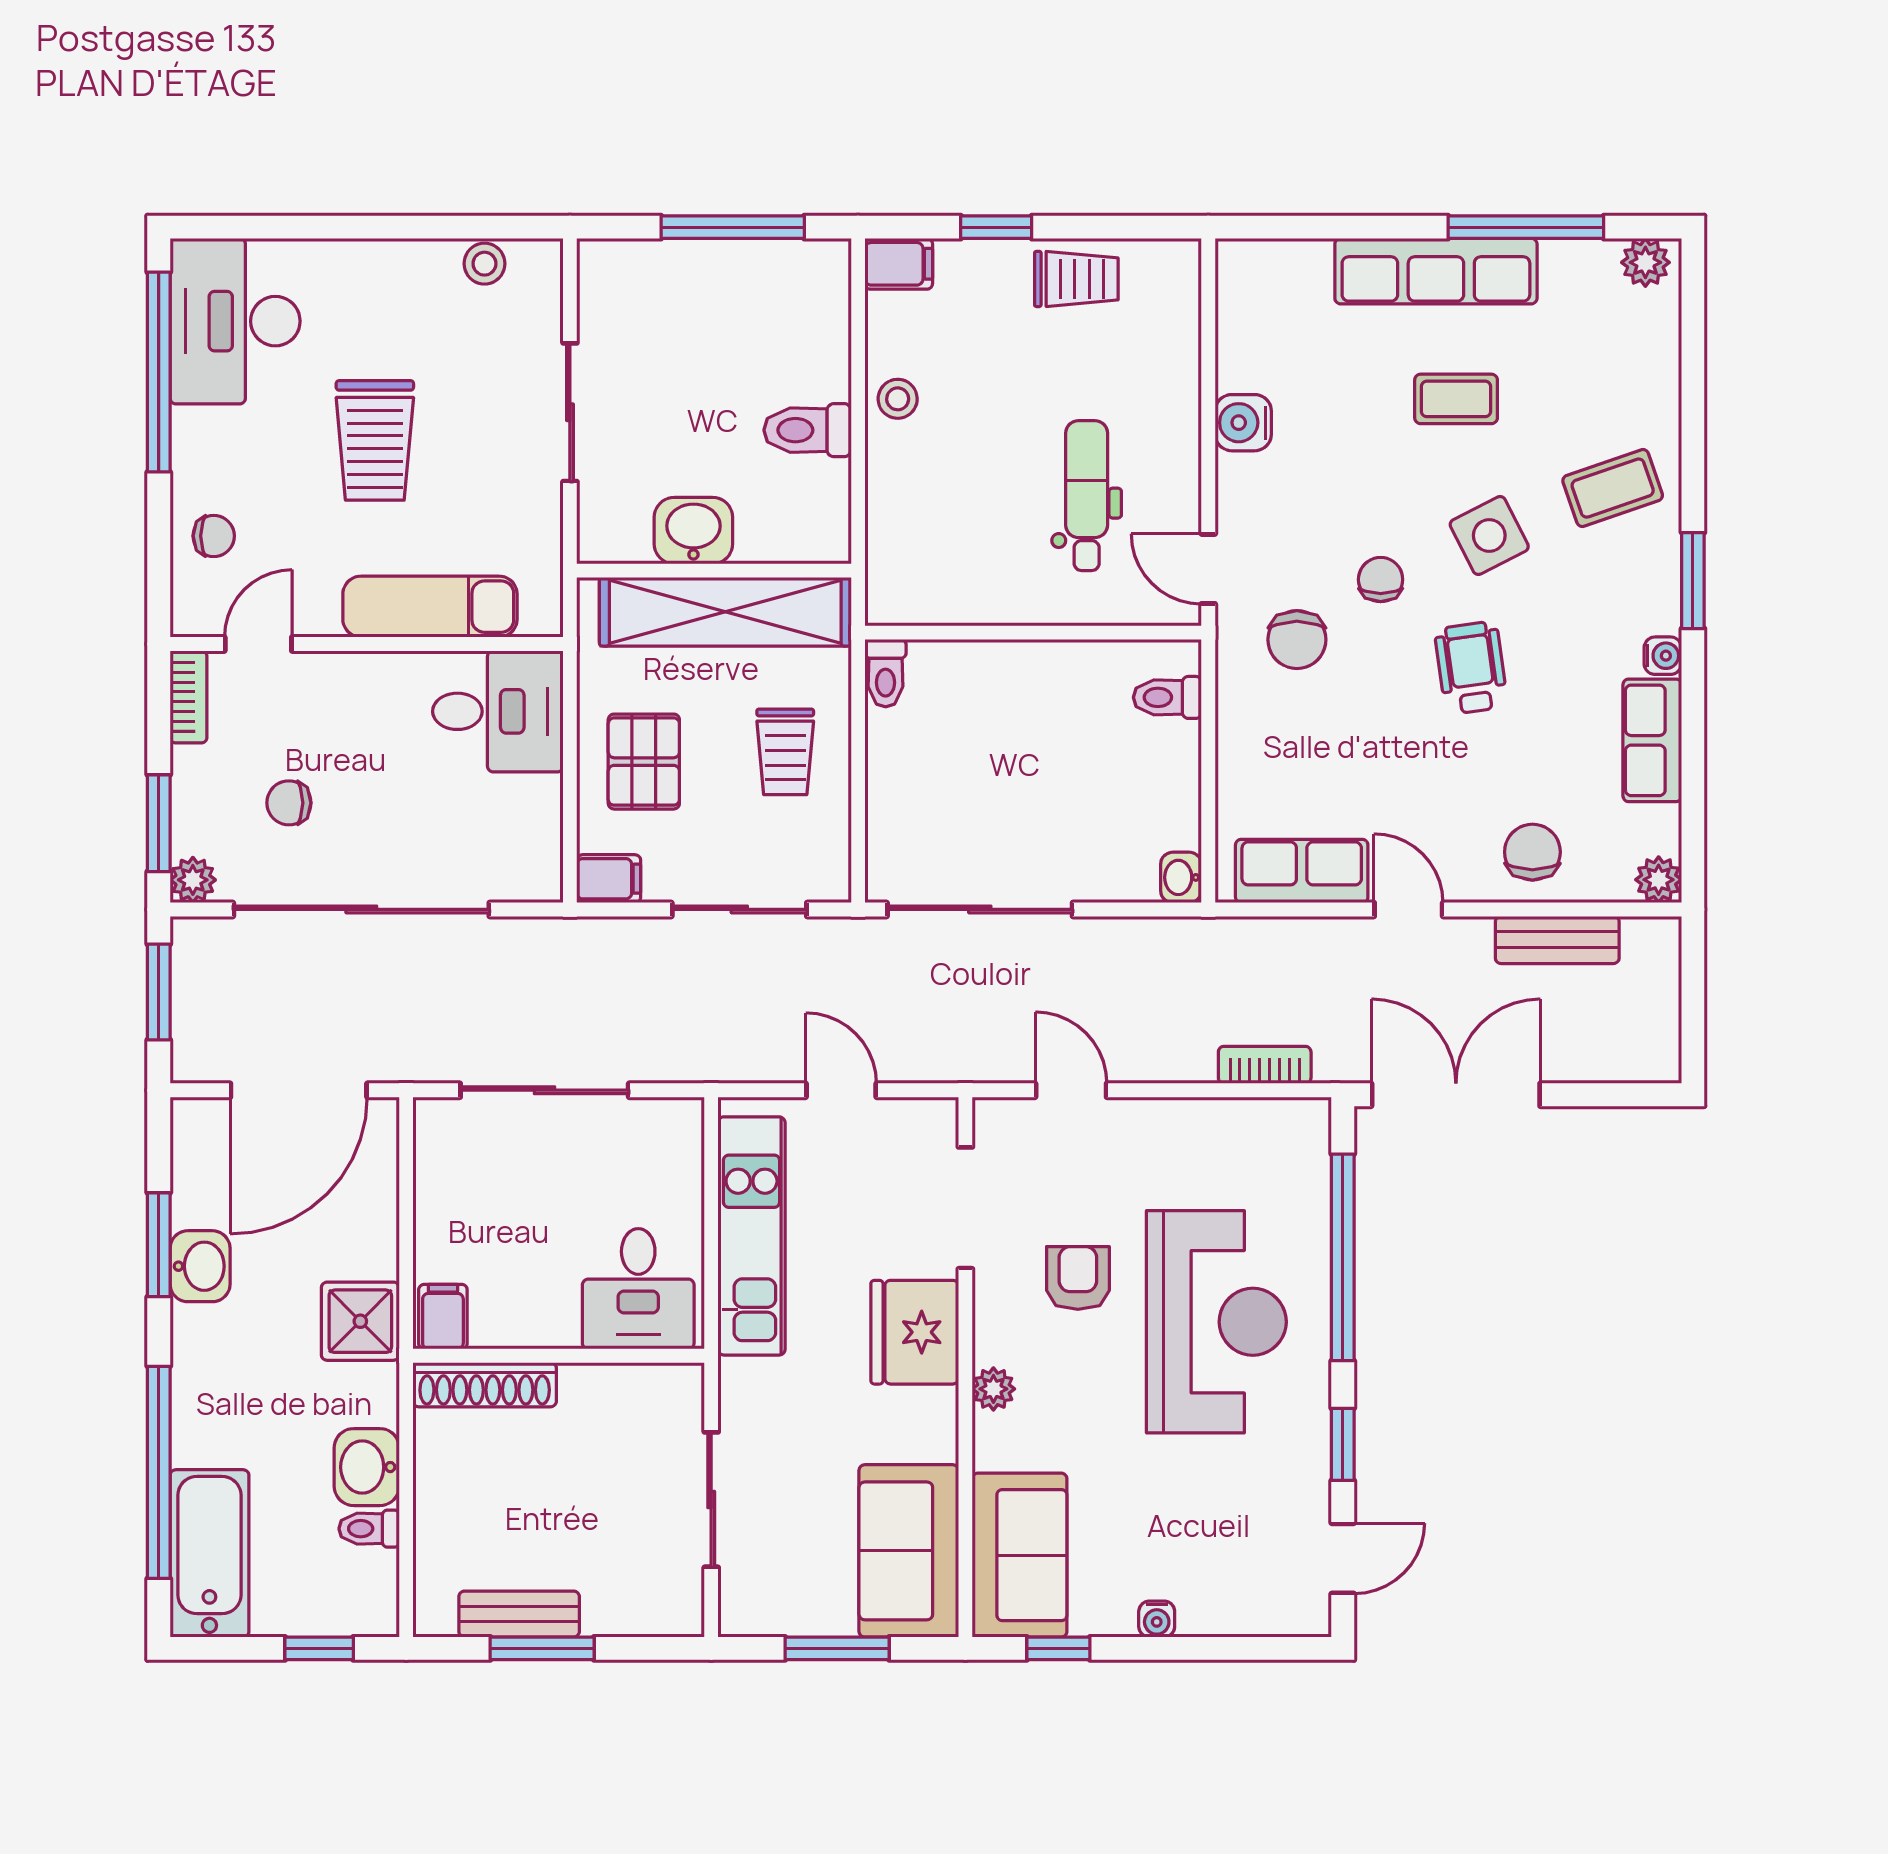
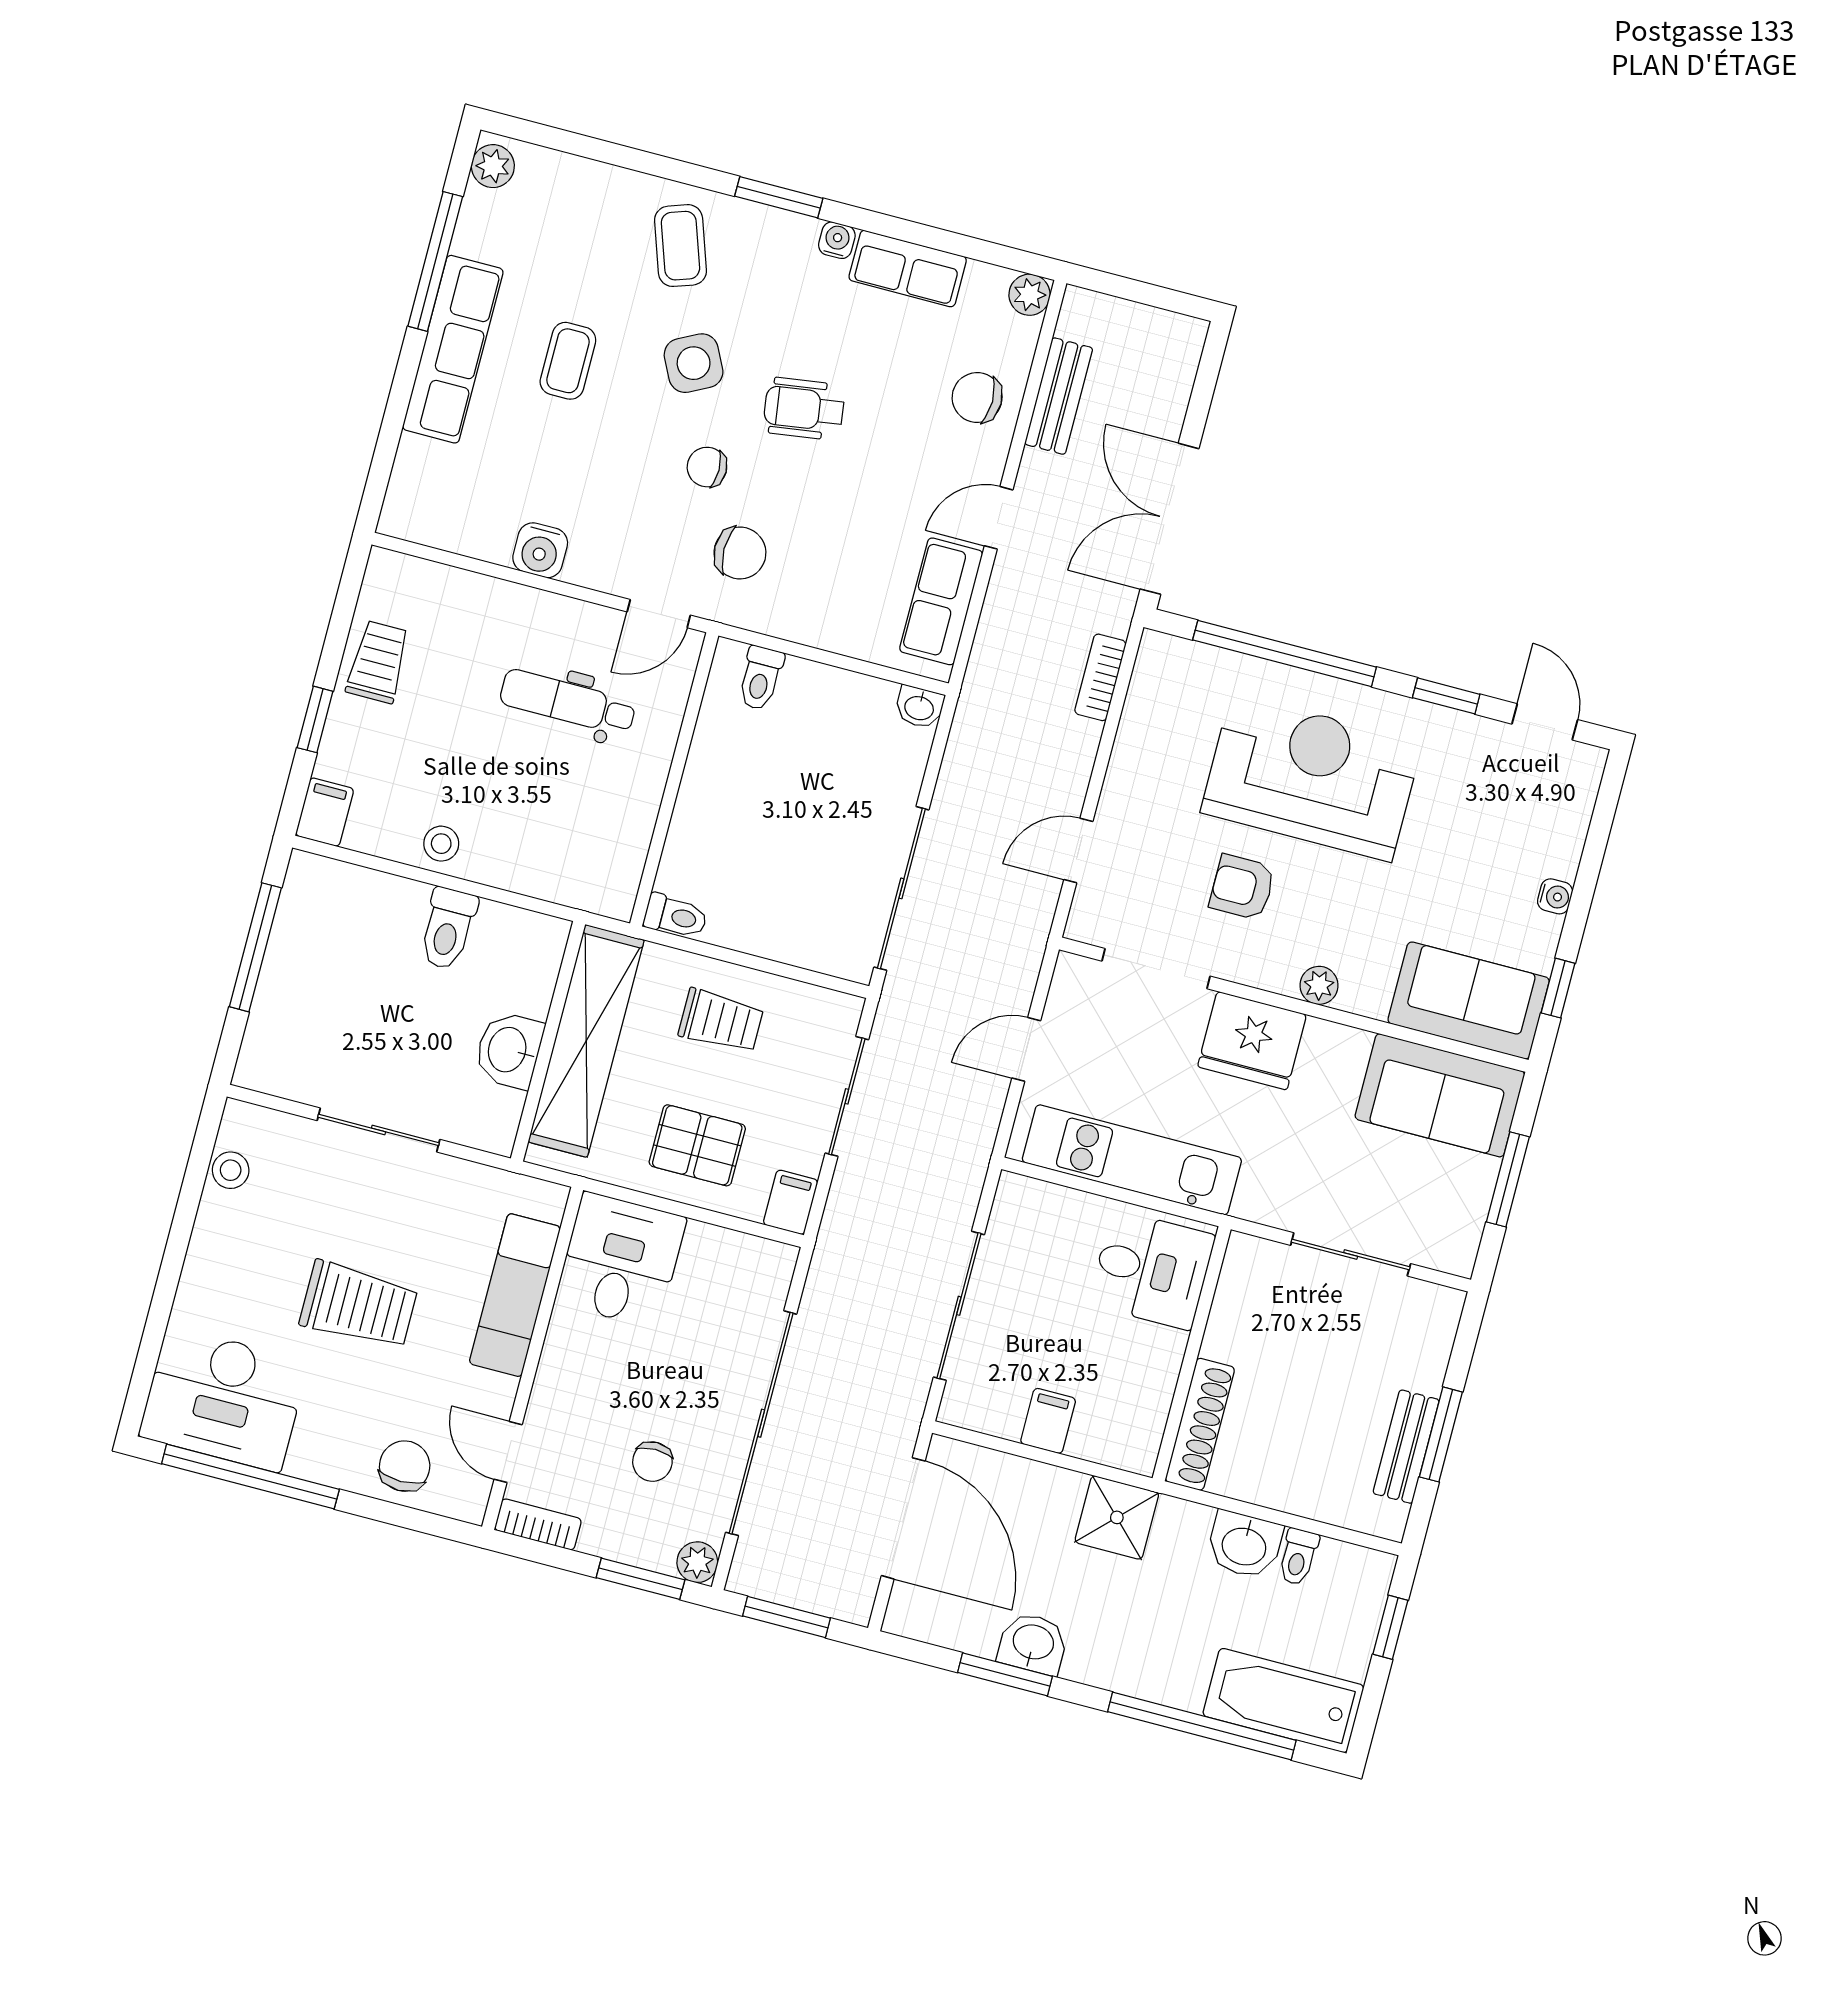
chair: (214, 536) -> (405, 1466), width x1.37, depth x1.37
filing cabinet: (443, 1317) -> (1048, 1421), moved, turned 90

